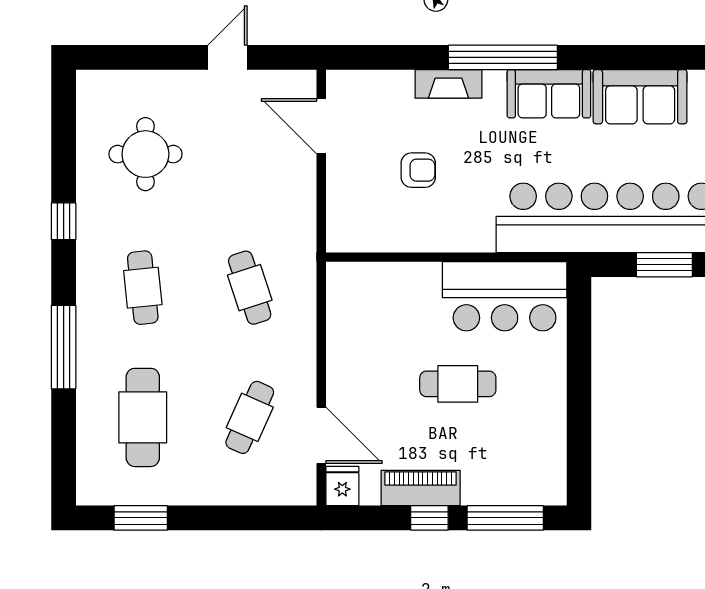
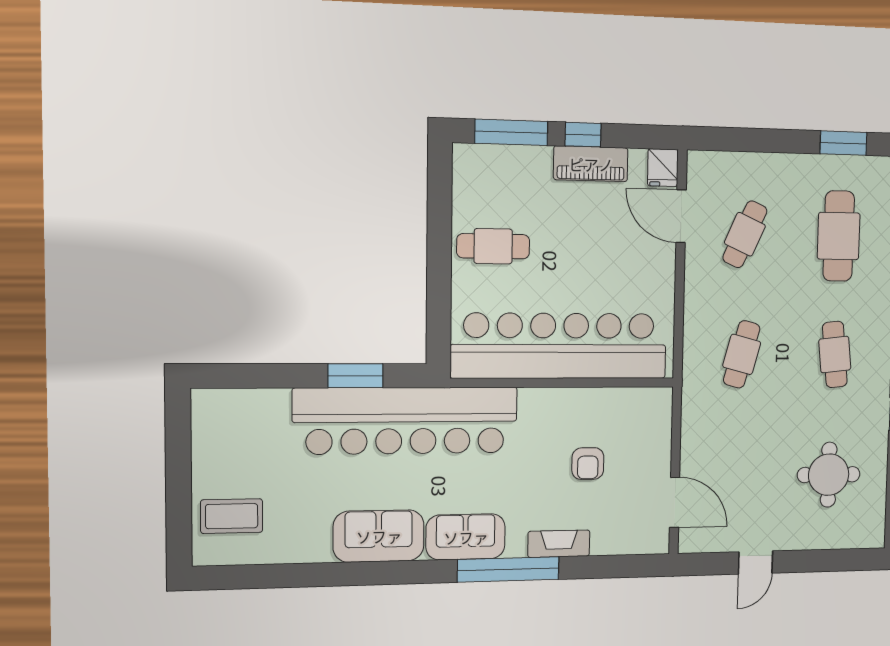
armchair: (418, 170) -> (588, 464), turned -90
cafe table: (250, 288) -> (742, 354), turned 33
bar counter: (505, 296) -> (559, 346), width x1.86
cafe table: (458, 384) -> (493, 246), moved

